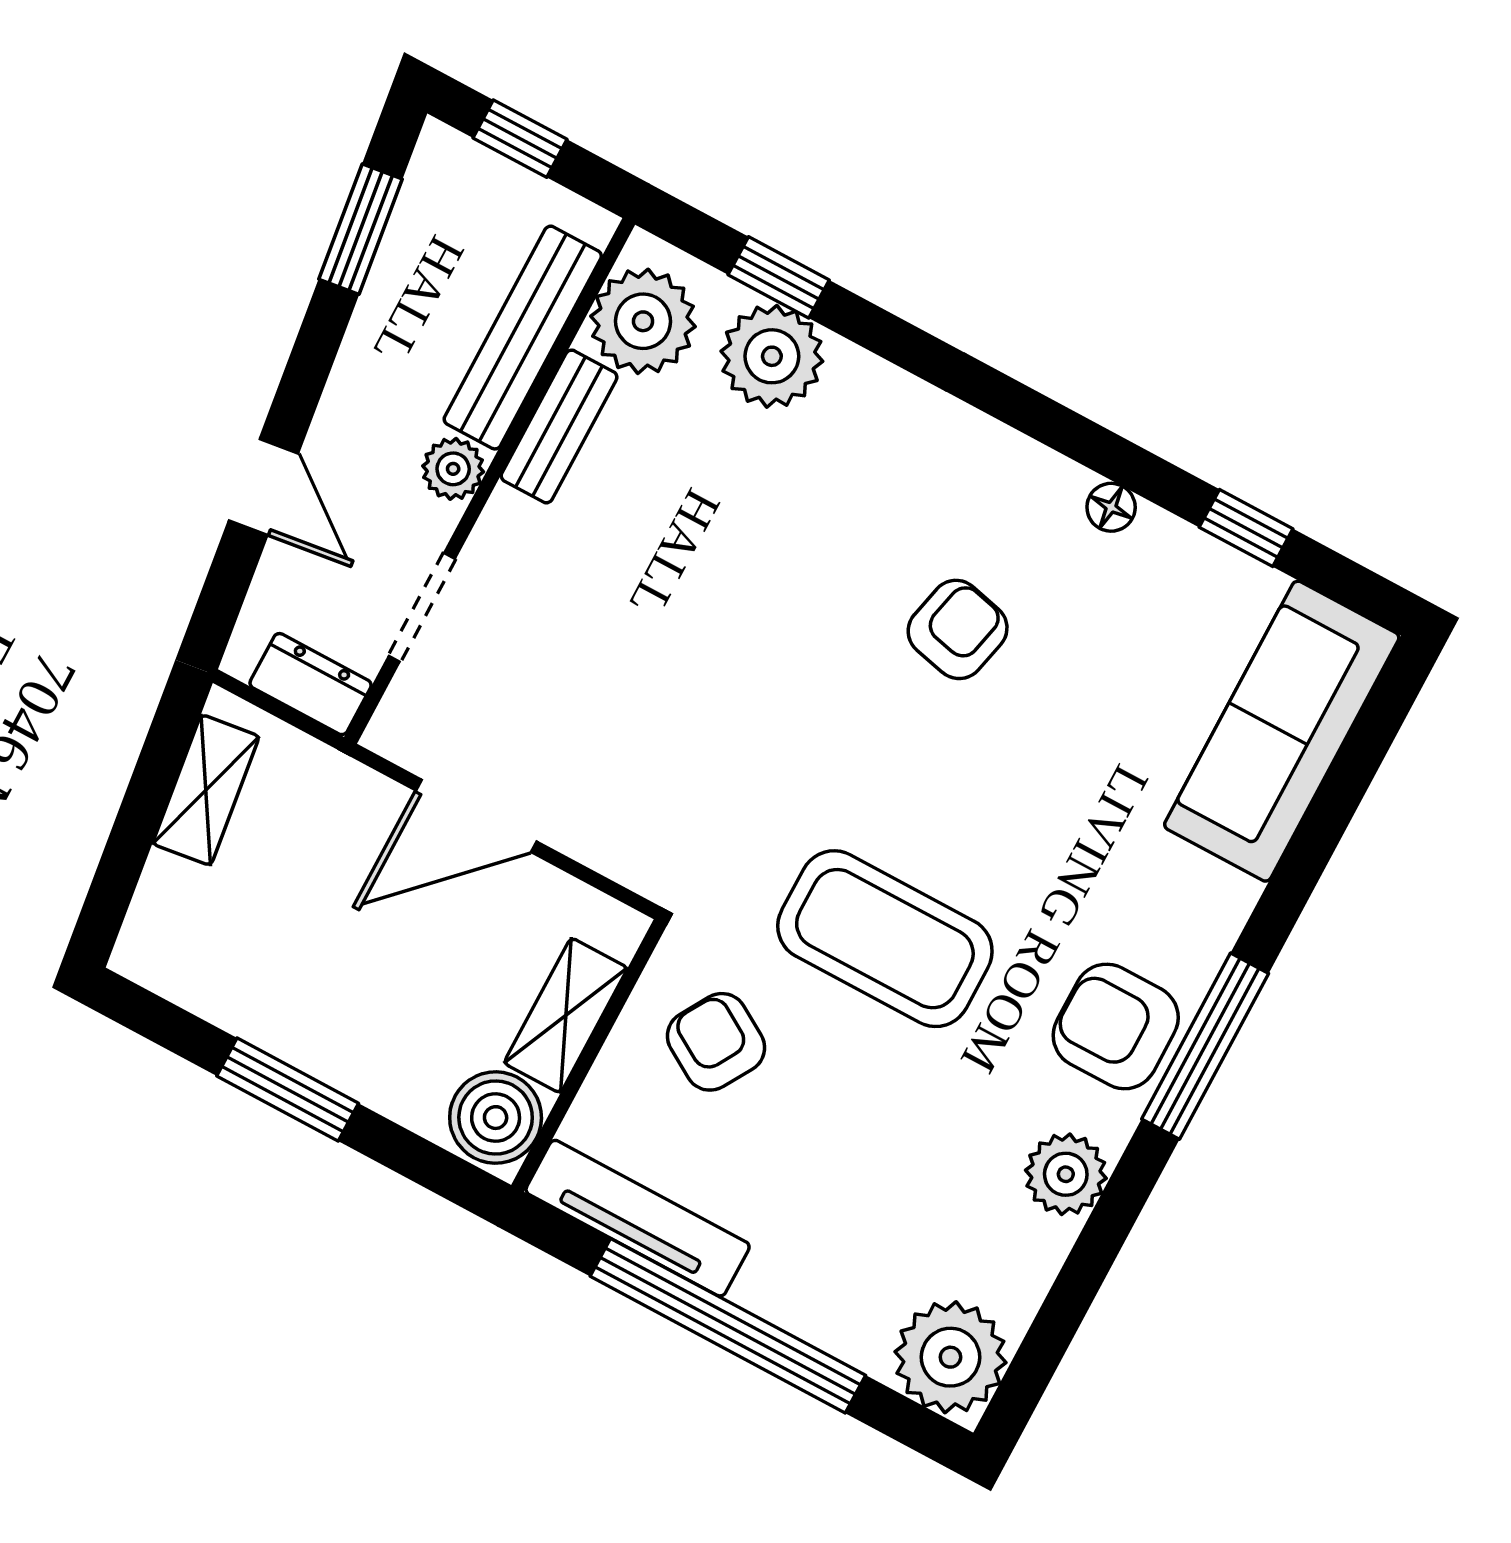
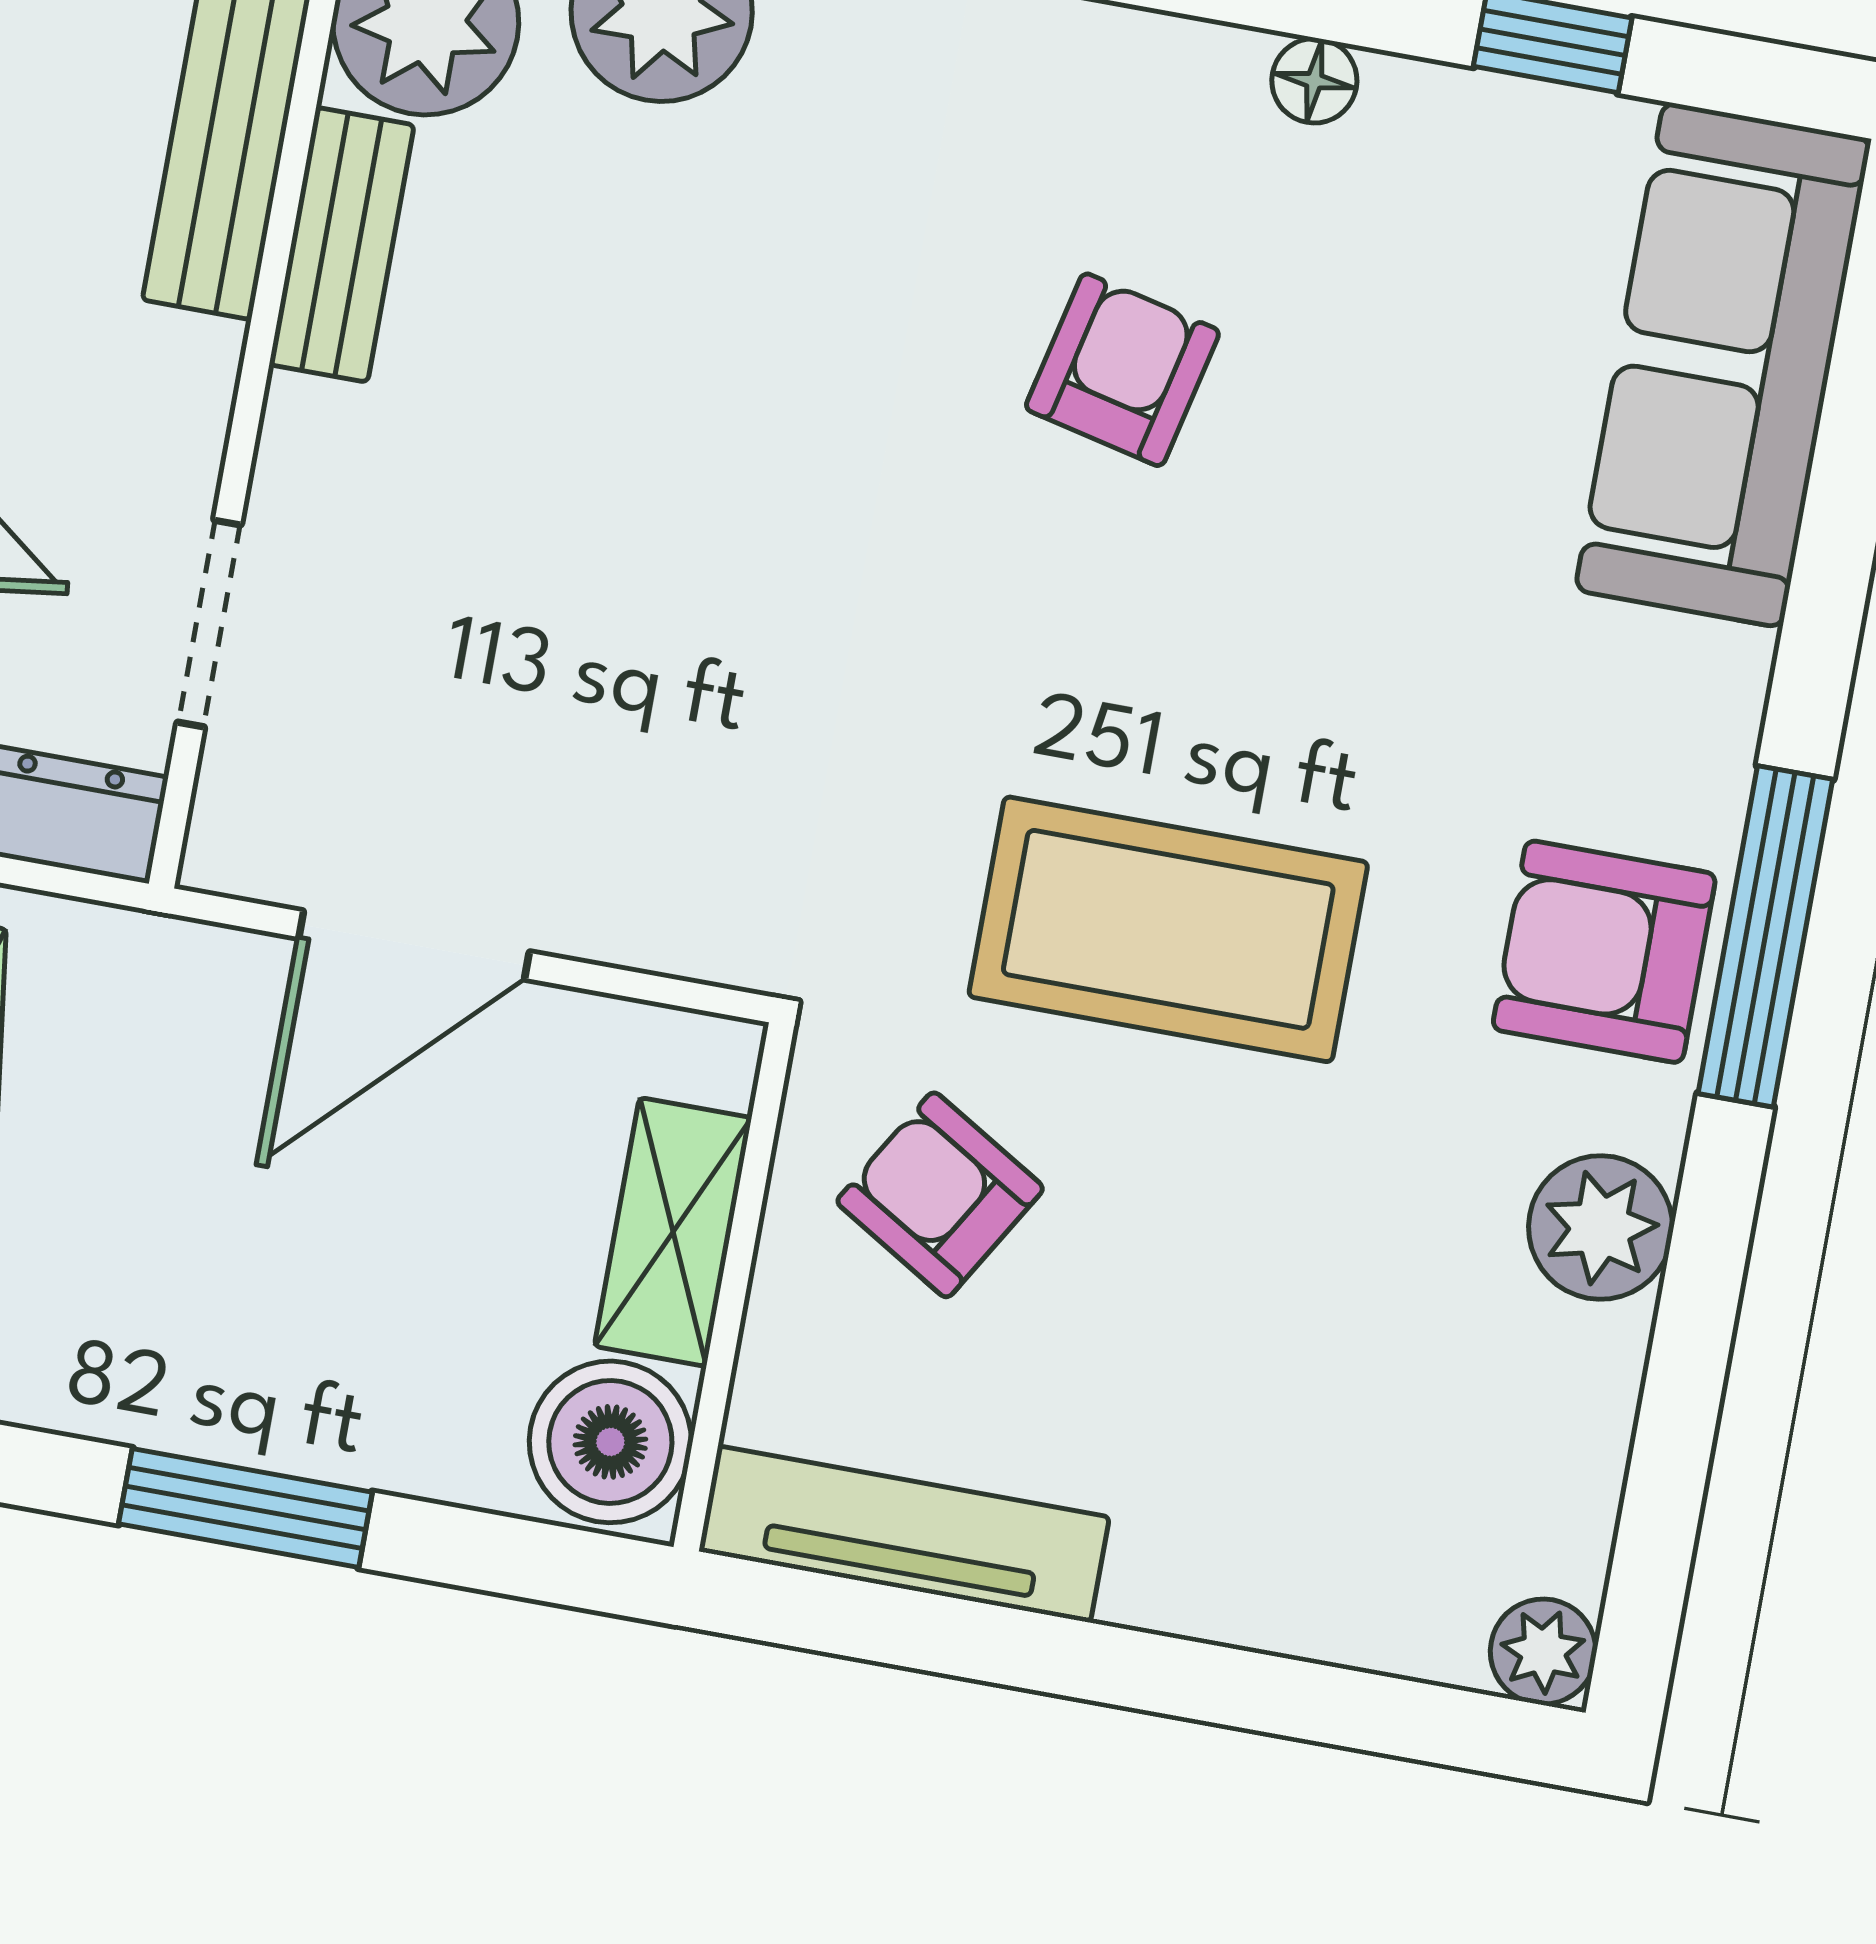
plant: (453, 469) -> (186, 374), removed
window: (728, 1326) -> (1114, 1666), removed
plant: (950, 1357) -> (1543, 1652), width x0.53, depth x0.53

